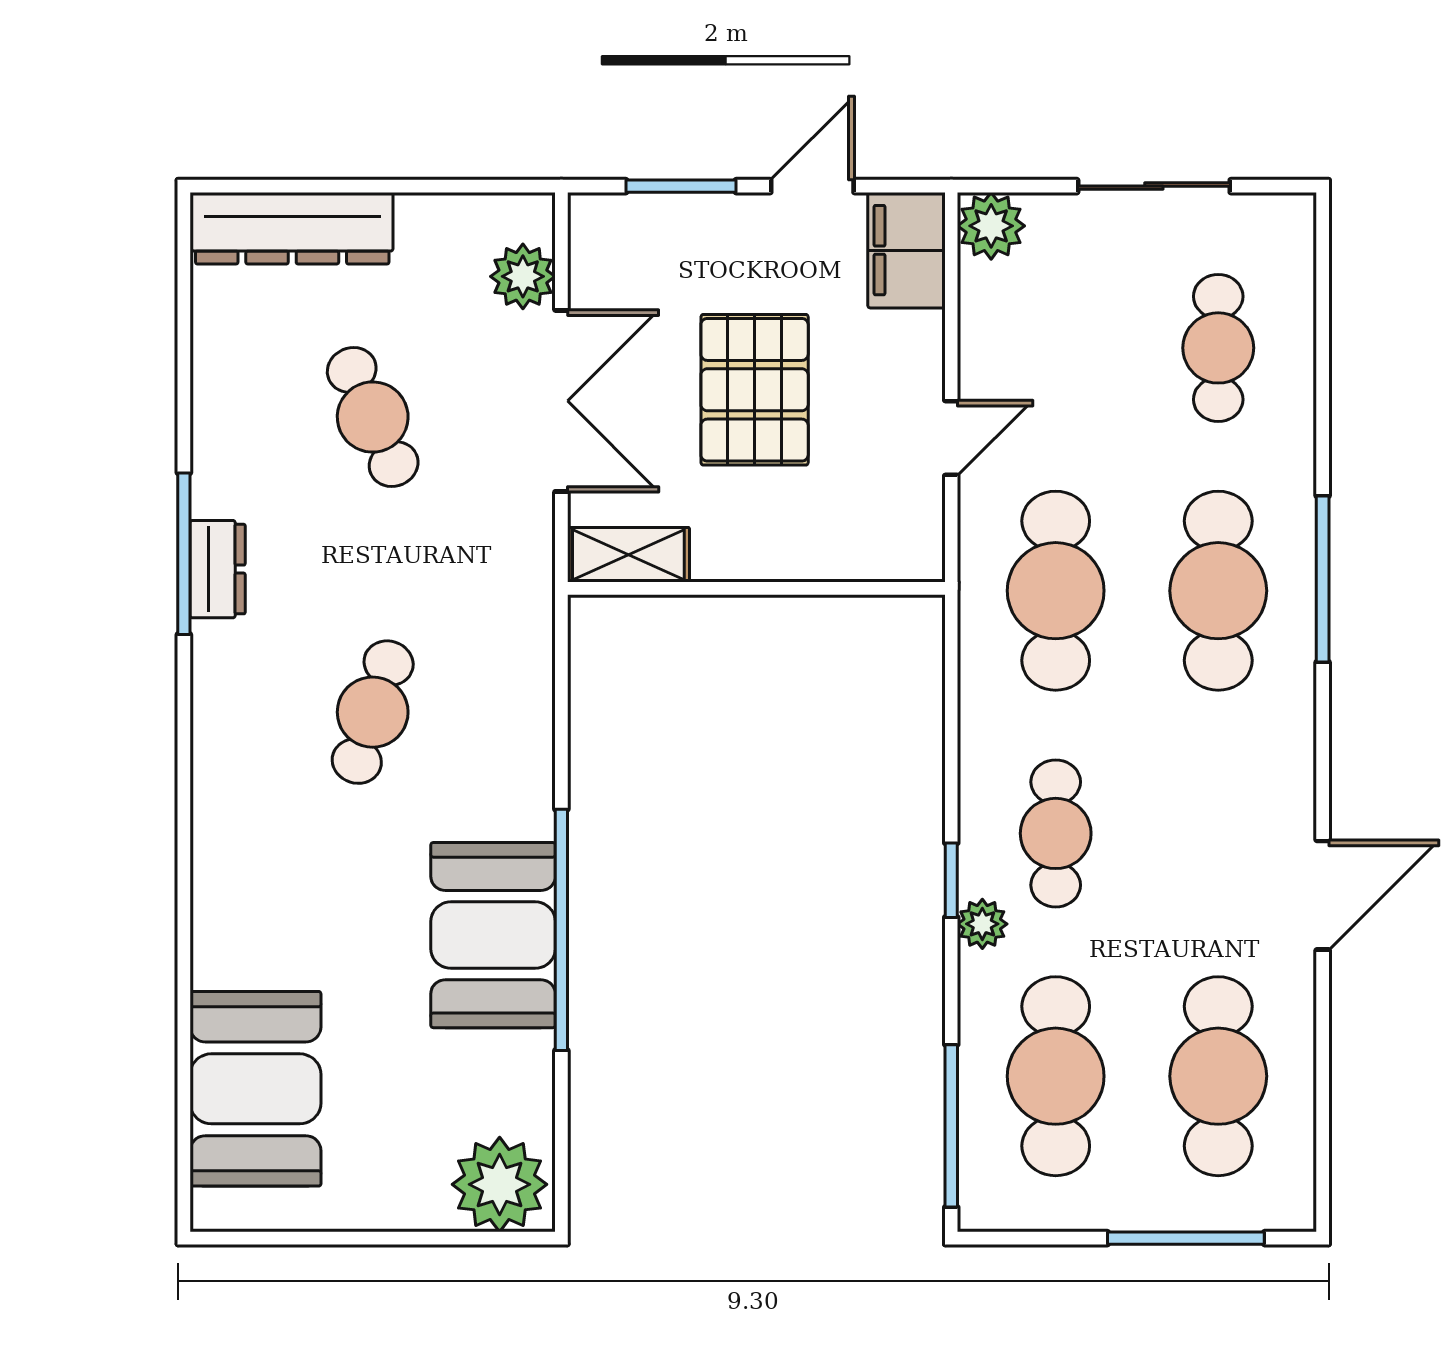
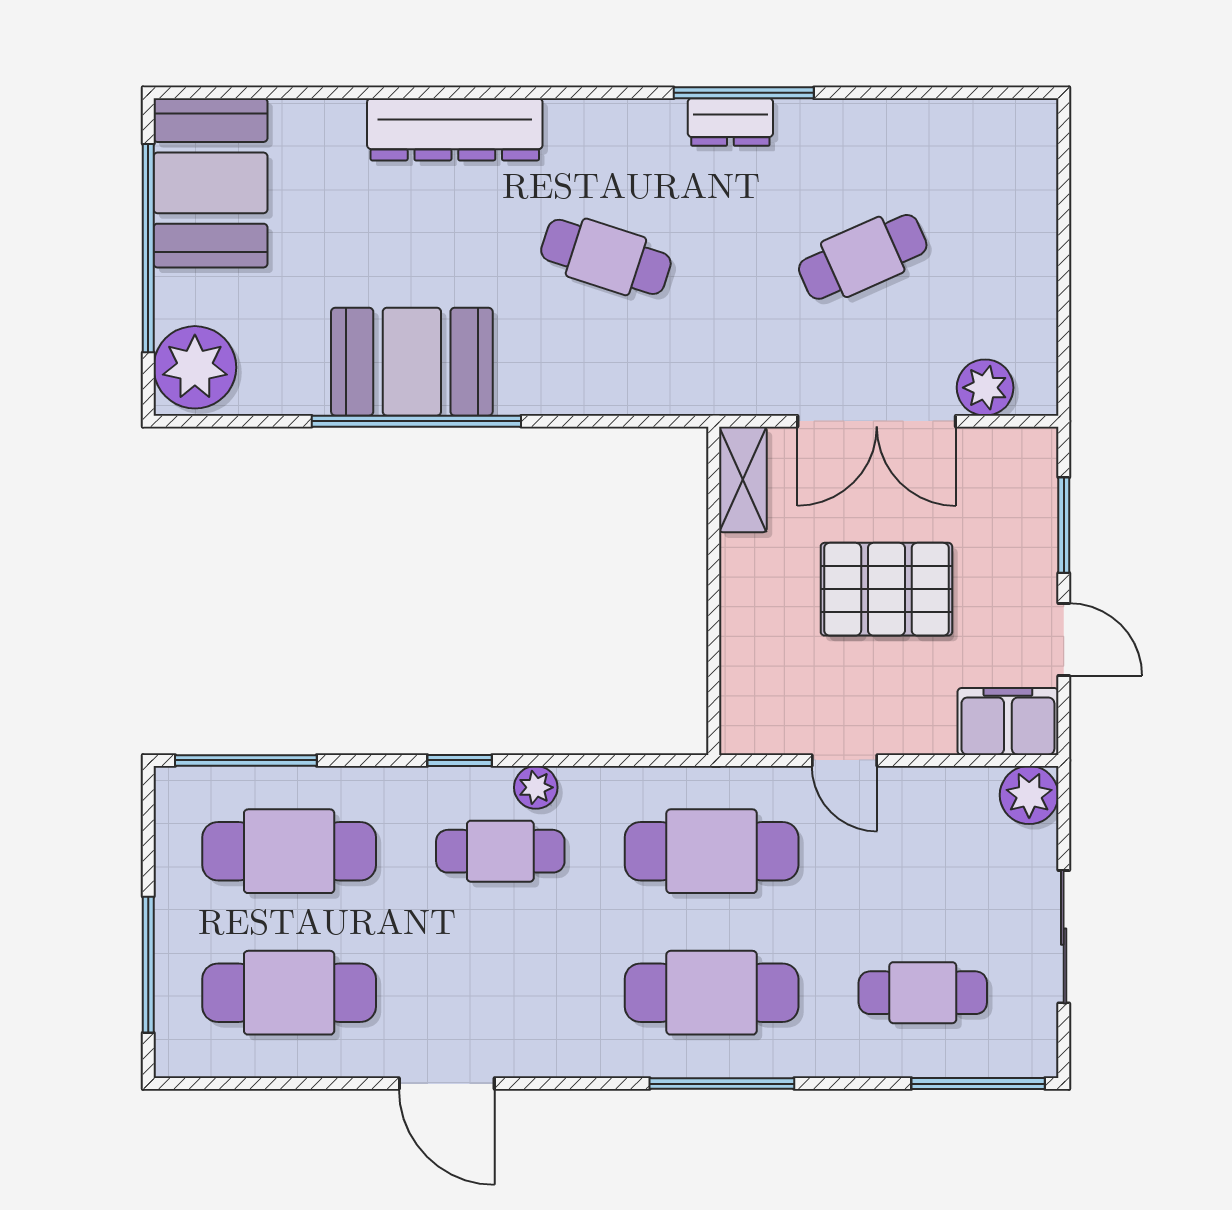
dresser: (292, 228) -> (455, 129), moved, turned -90
window: (1323, 284) -> (978, 1084), added
plant: (982, 924) -> (536, 787), moved
booth: (255, 1089) -> (210, 183), moved, turned 90
window: (363, 1238) -> (148, 248), added

